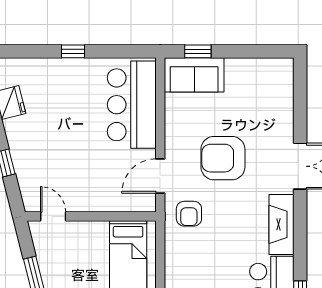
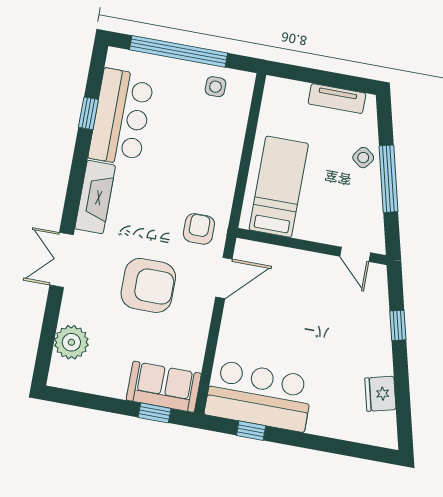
window: (73, 51) -> (251, 431), moved
plant: (279, 98) -> (71, 342), added
bar counter: (132, 105) -> (259, 396), moved, turned -90

